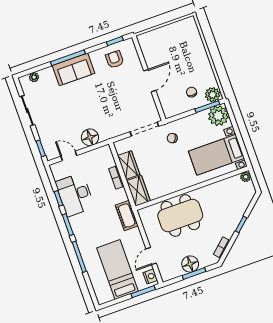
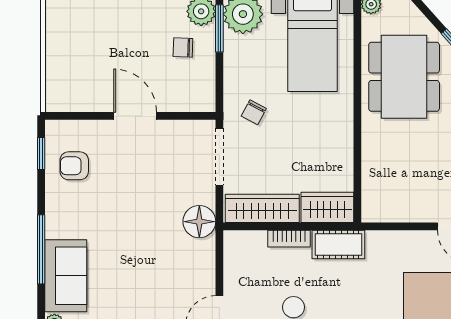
sofa: (73, 69) -> (66, 276), moved
floor lamp: (90, 137) -> (199, 222), moved
wardrobe: (129, 165) -> (262, 208), width x1.50
cot: (127, 215) -> (338, 244), moved
dining table: (180, 216) -> (404, 77), moved

